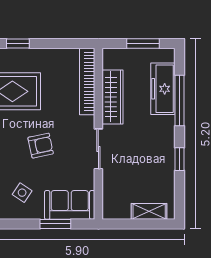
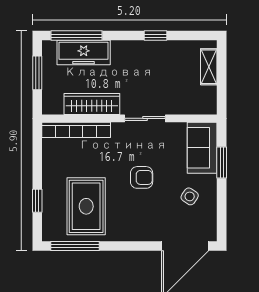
window: (180, 100) -> (76, 36), moved
armchair: (41, 146) -> (142, 177), turned 102

